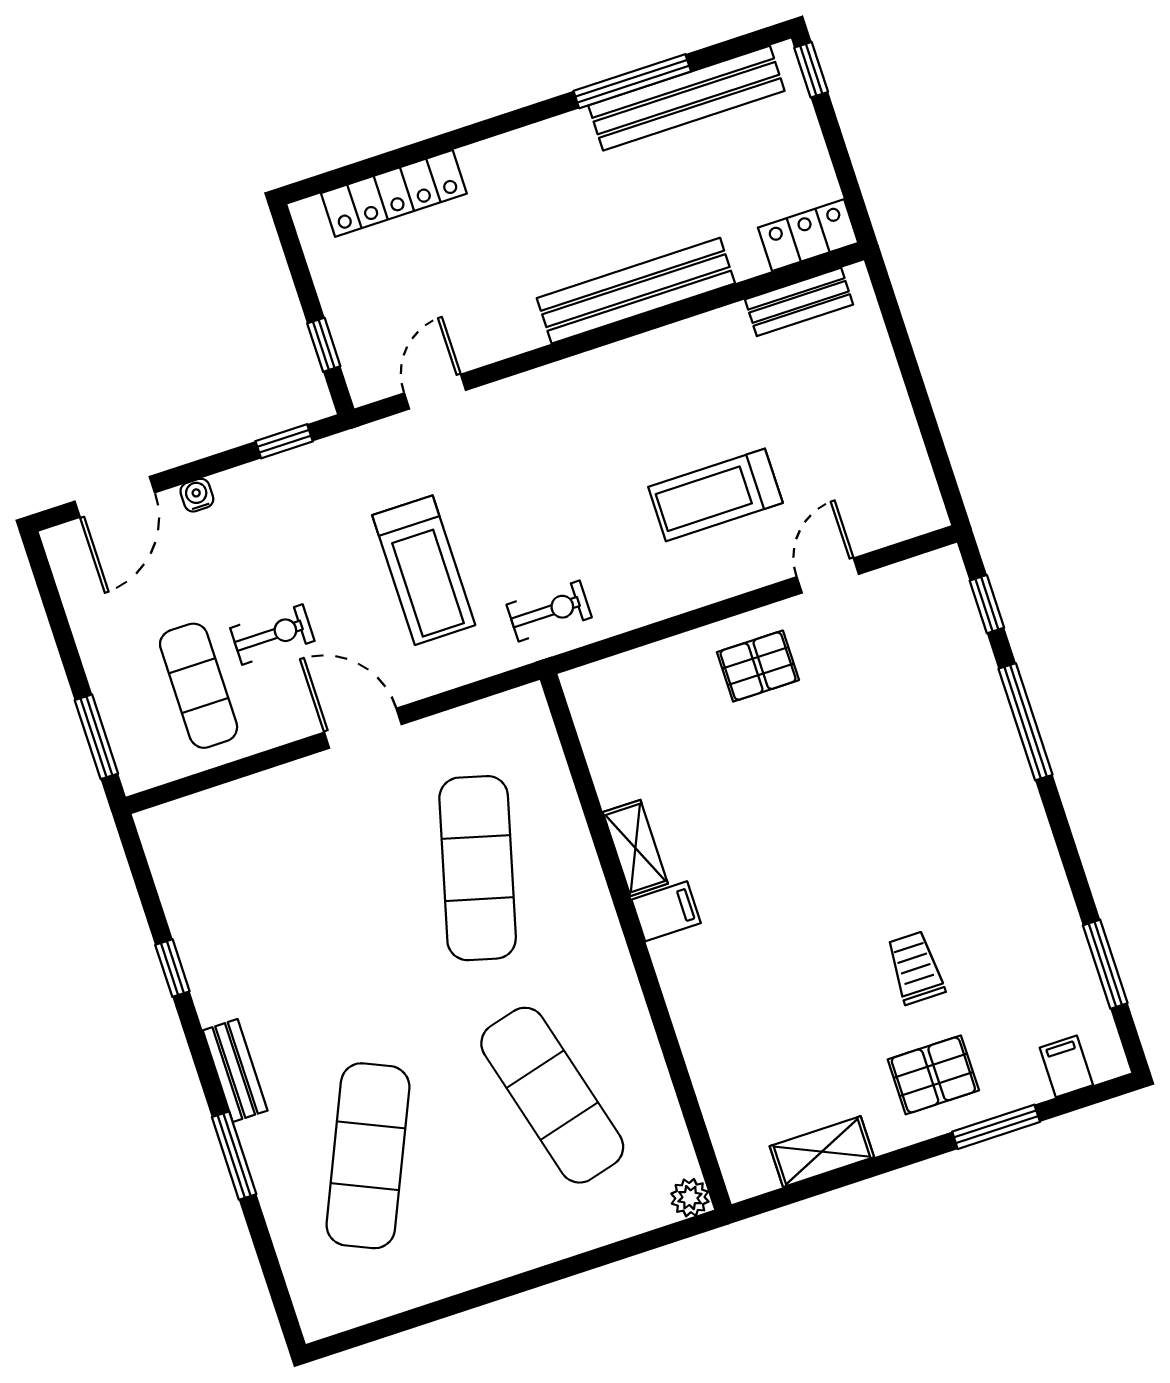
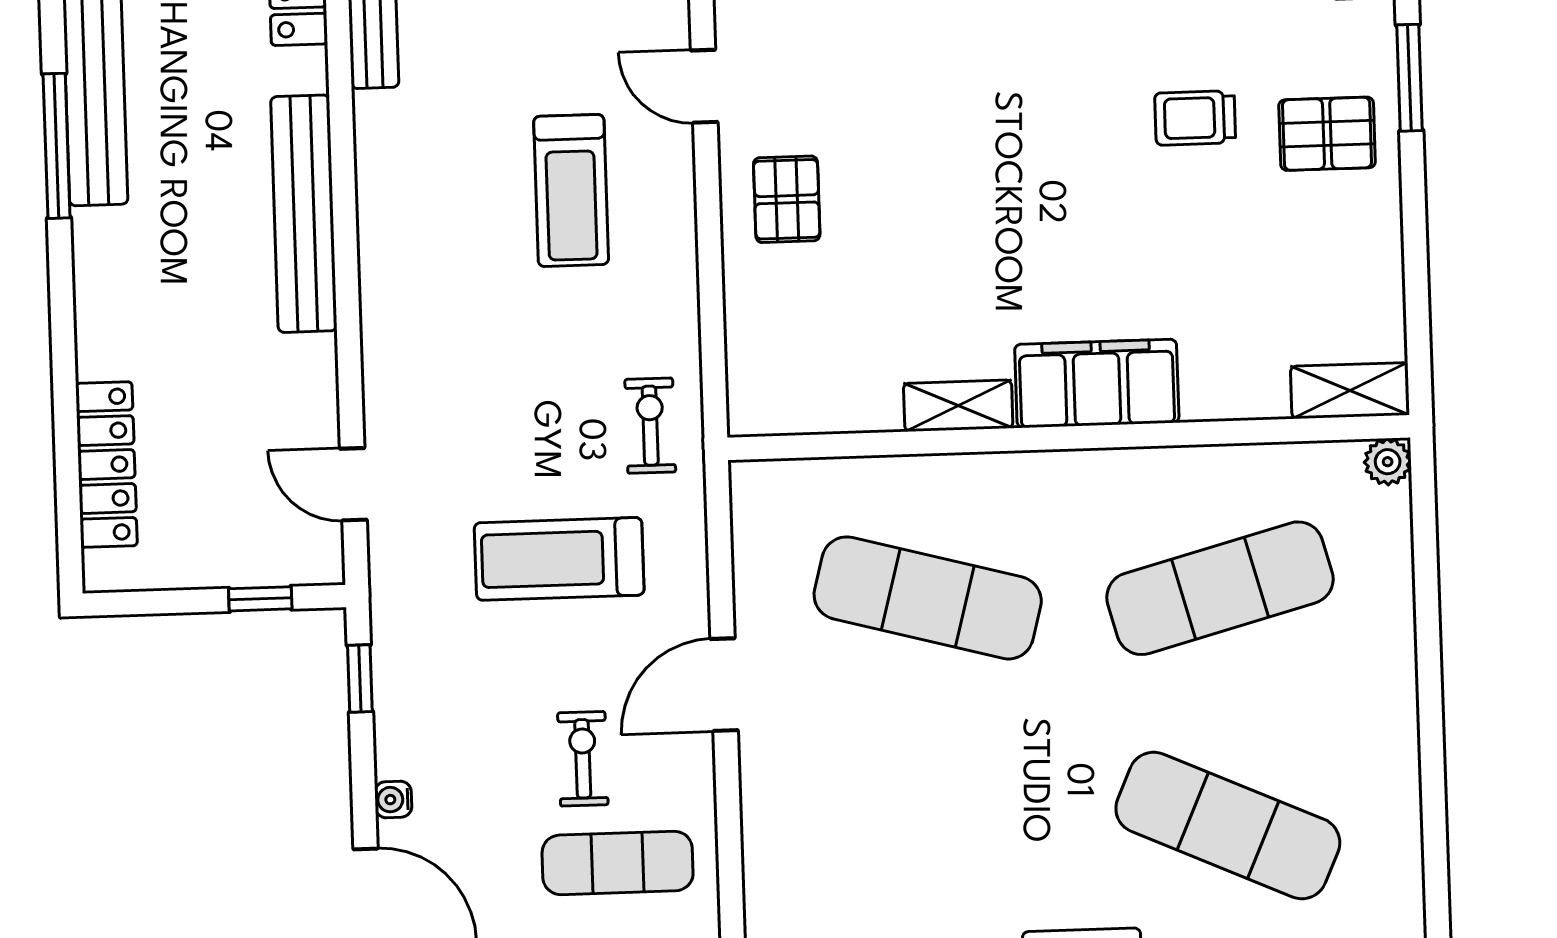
treadmill: (424, 570) -> (559, 559), turned 180
filing cabinet: (666, 911) -> (1097, 384), width x3.00, depth x1.17
pallet: (933, 1075) -> (1327, 134), turned 90
shelving: (822, 1152) -> (1350, 391), moved, turned 90

